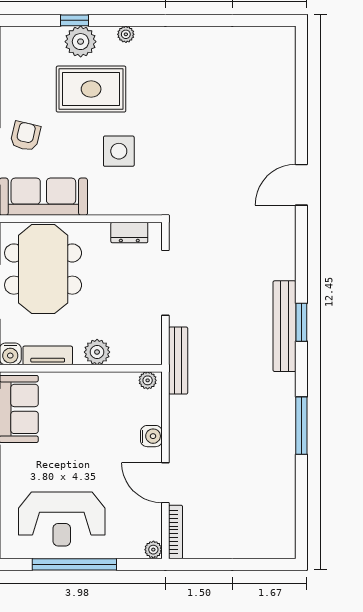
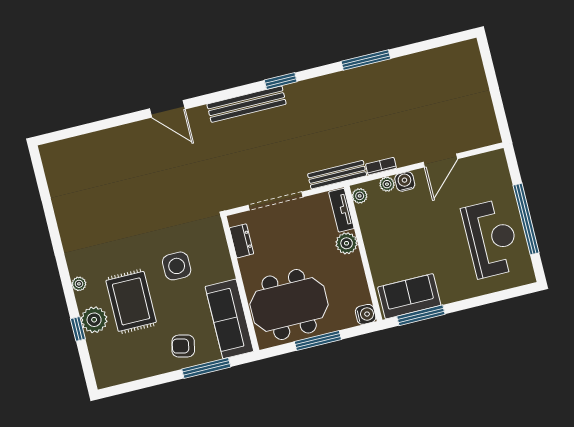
bench: (284, 326) -> (247, 104), moved
tv unit: (48, 355) -> (341, 210), moved
bookcase: (176, 532) -> (381, 166), moved, width x0.64
plant: (153, 550) -> (387, 184), moved

